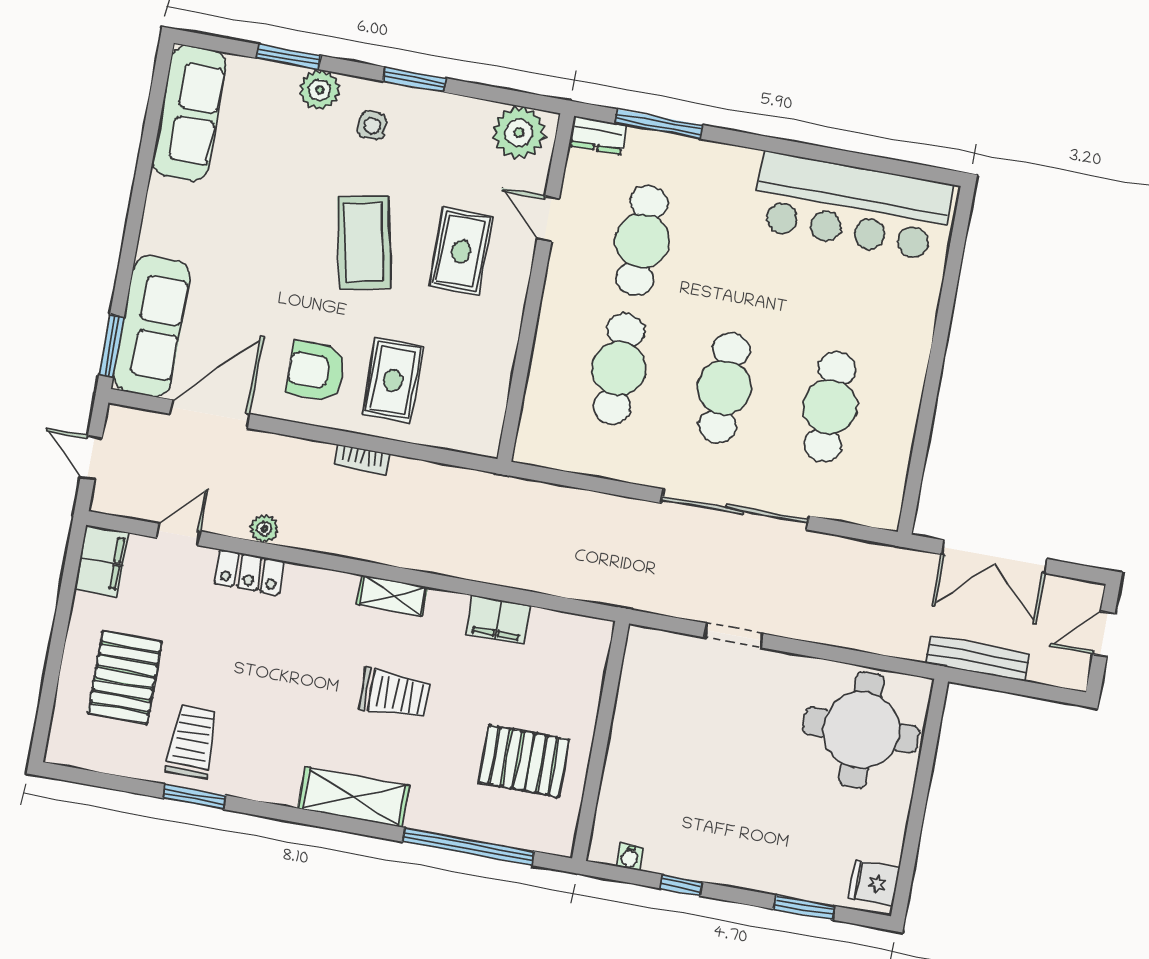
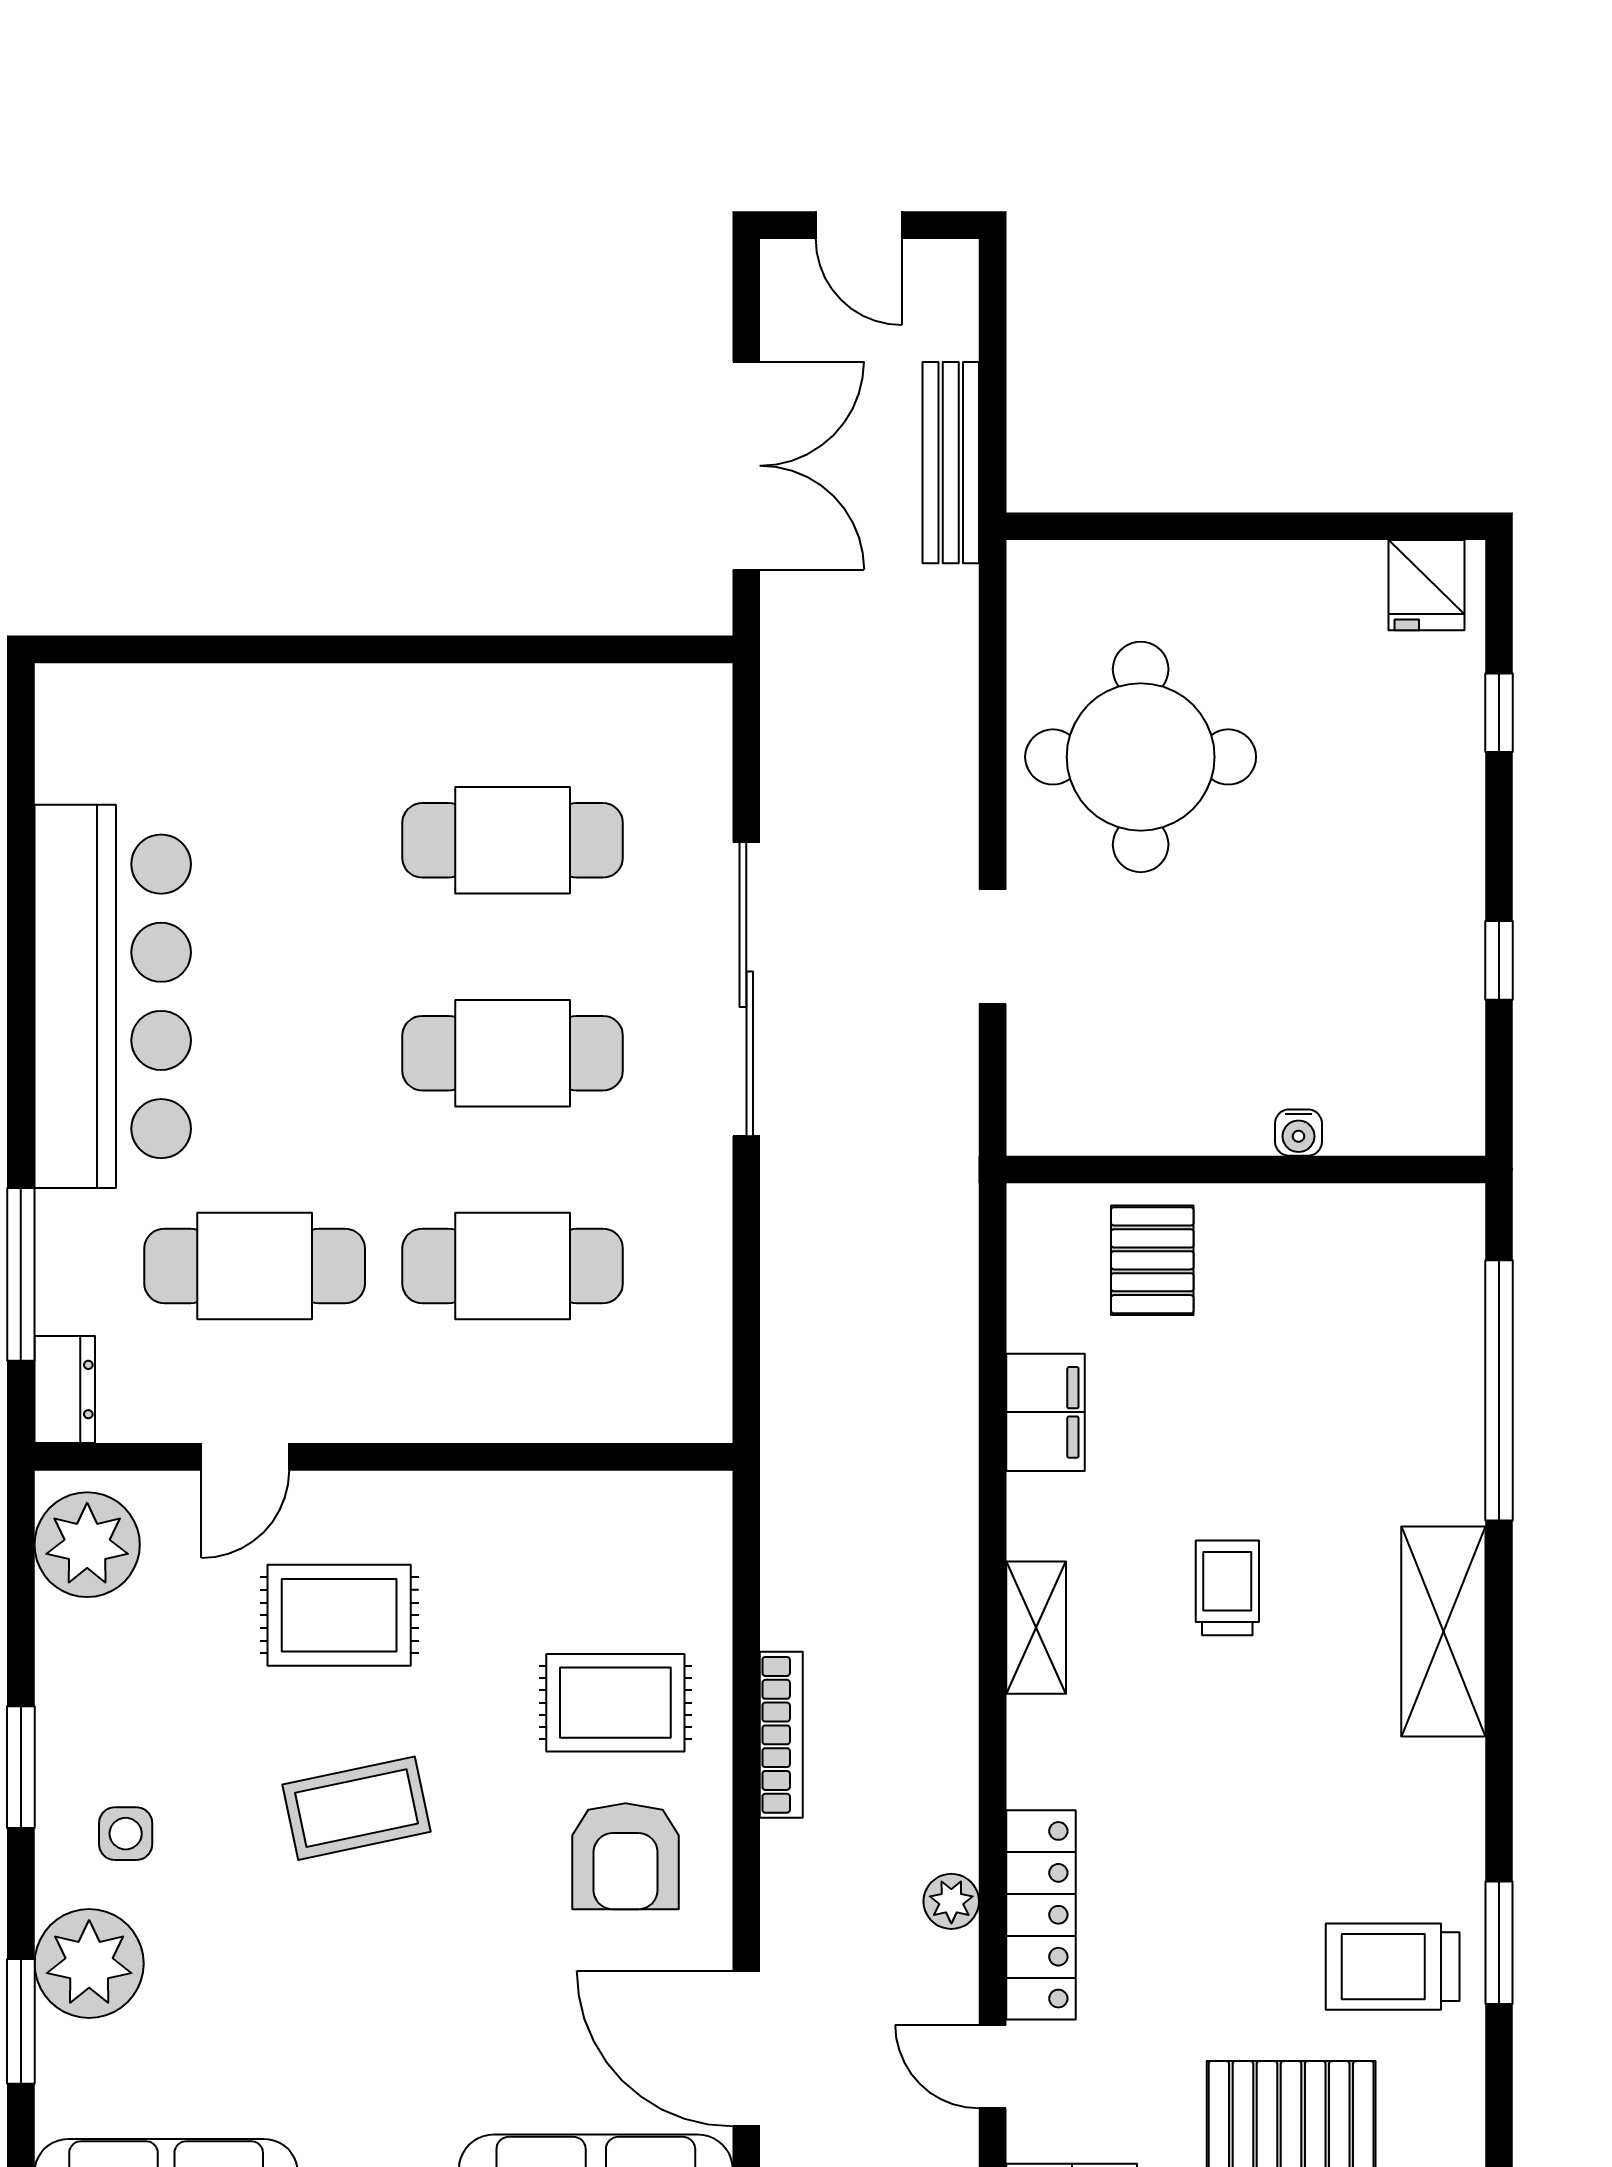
plant: (320, 90) -> (89, 1964), width x1.36, depth x1.36
bar counter: (852, 206) -> (113, 996), moved
coffee table: (364, 242) -> (356, 1808), width x0.73, depth x0.76
bookcase: (362, 460) -> (781, 1735), width x1.56
locker: (249, 572) -> (1041, 1915), width x1.53
trolley: (395, 694) -> (1227, 1588), width x0.73, depth x0.72
round table: (861, 730) -> (1141, 757), moved
pallet: (524, 761) -> (1152, 1260), moved, width x0.67, depth x0.71
water cooler: (630, 857) -> (1299, 1133), moved, turned 90
window: (804, 908) -> (1499, 713), width x0.67

